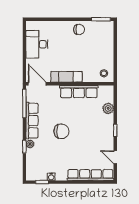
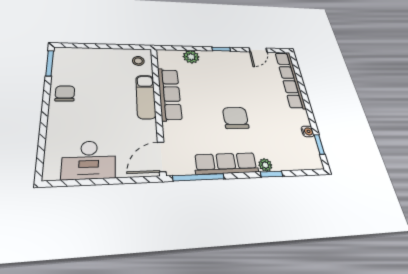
exam couch: (67, 77) -> (146, 97), moved

